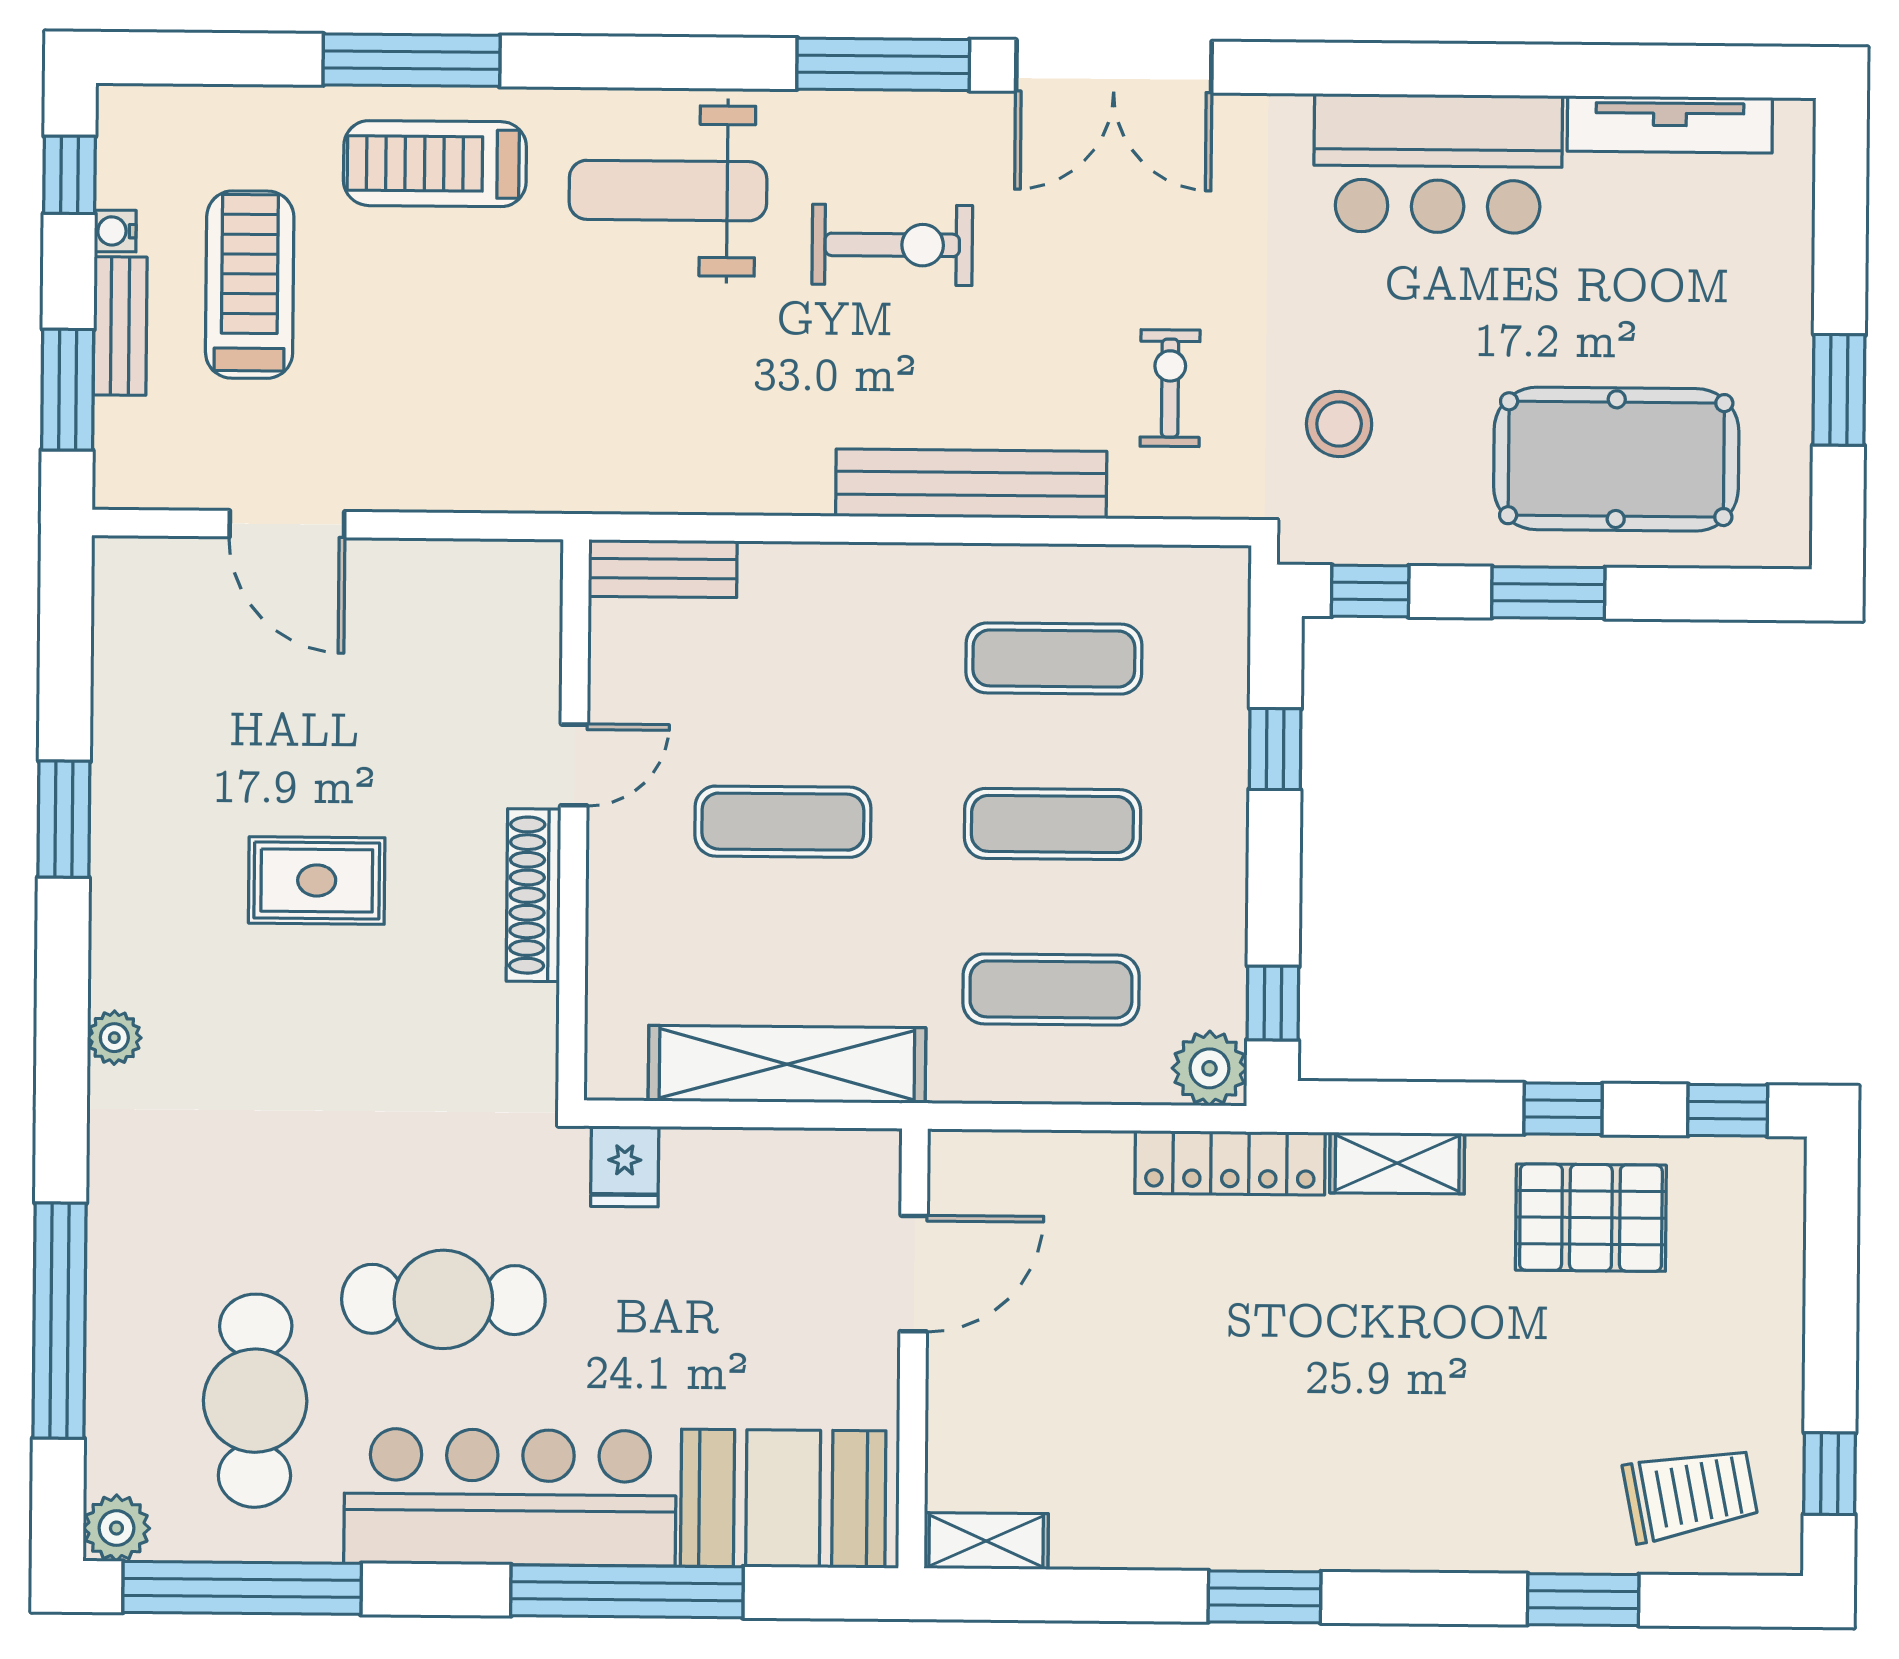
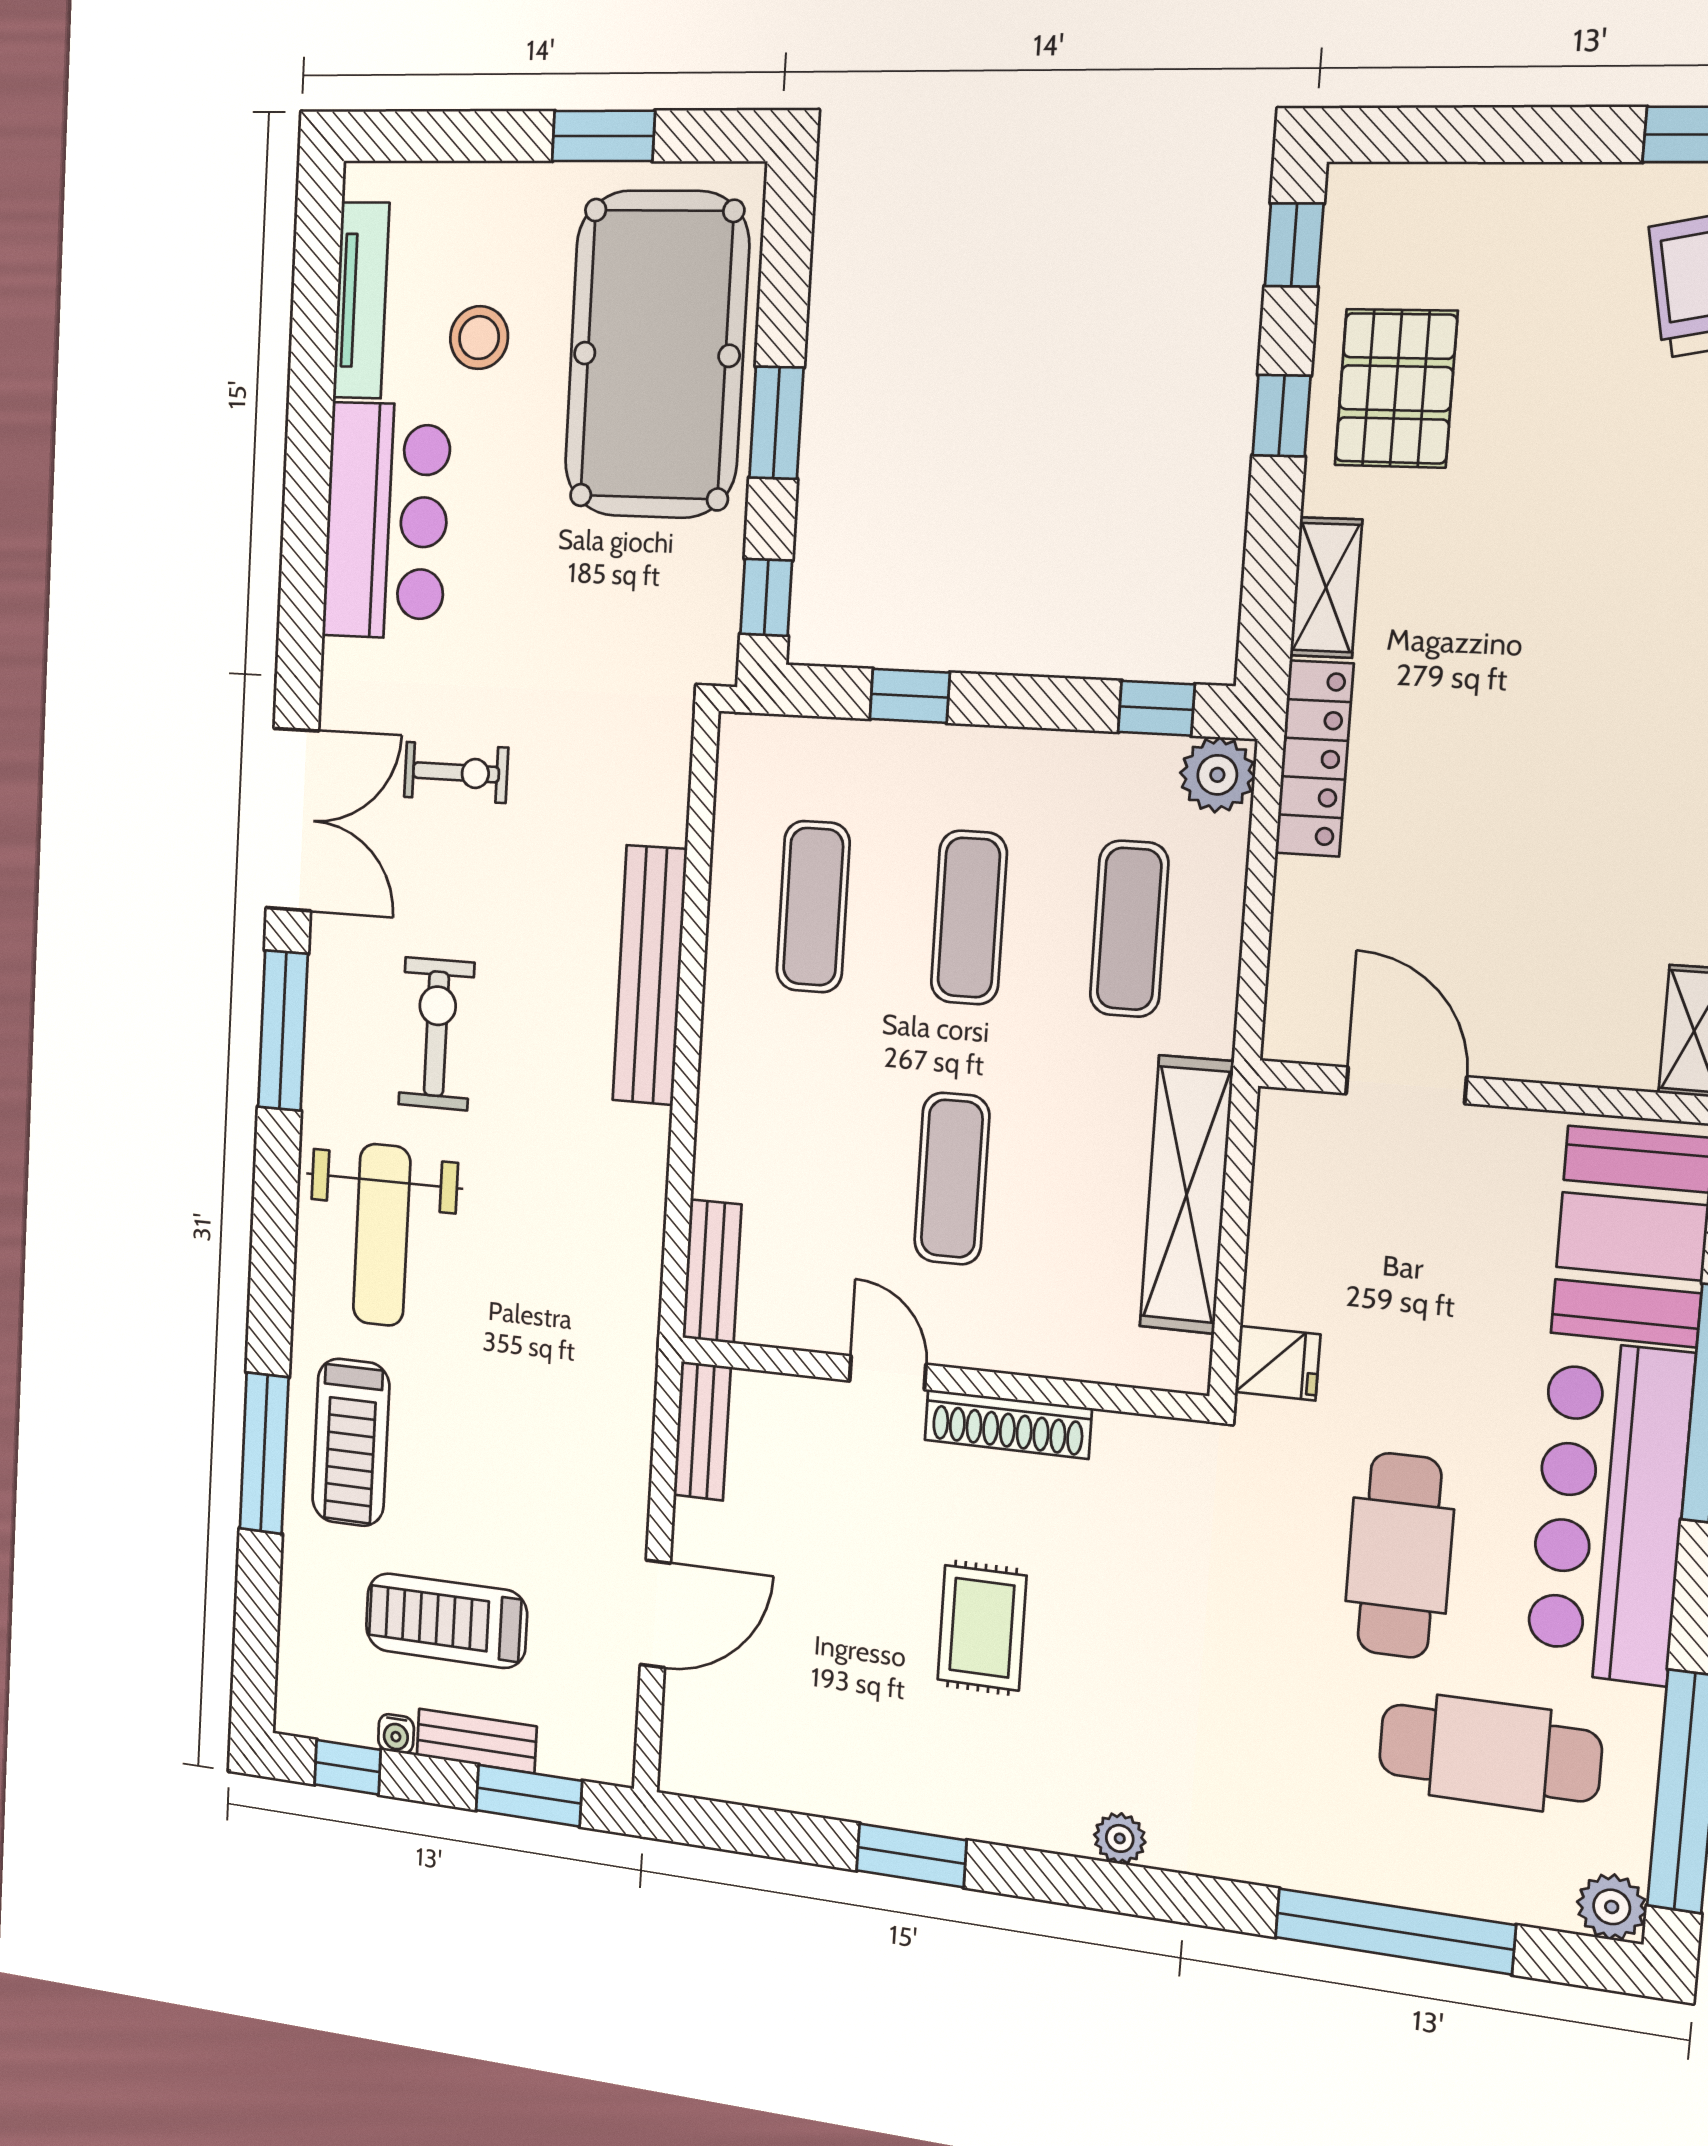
exercise bike: (1170, 388) -> (456, 772), moved, turned 180
stool: (1339, 424) -> (479, 338), moved
pool table: (1616, 459) -> (656, 354), width x1.36, depth x1.32
bench: (491, 566) -> (702, 1431), added

